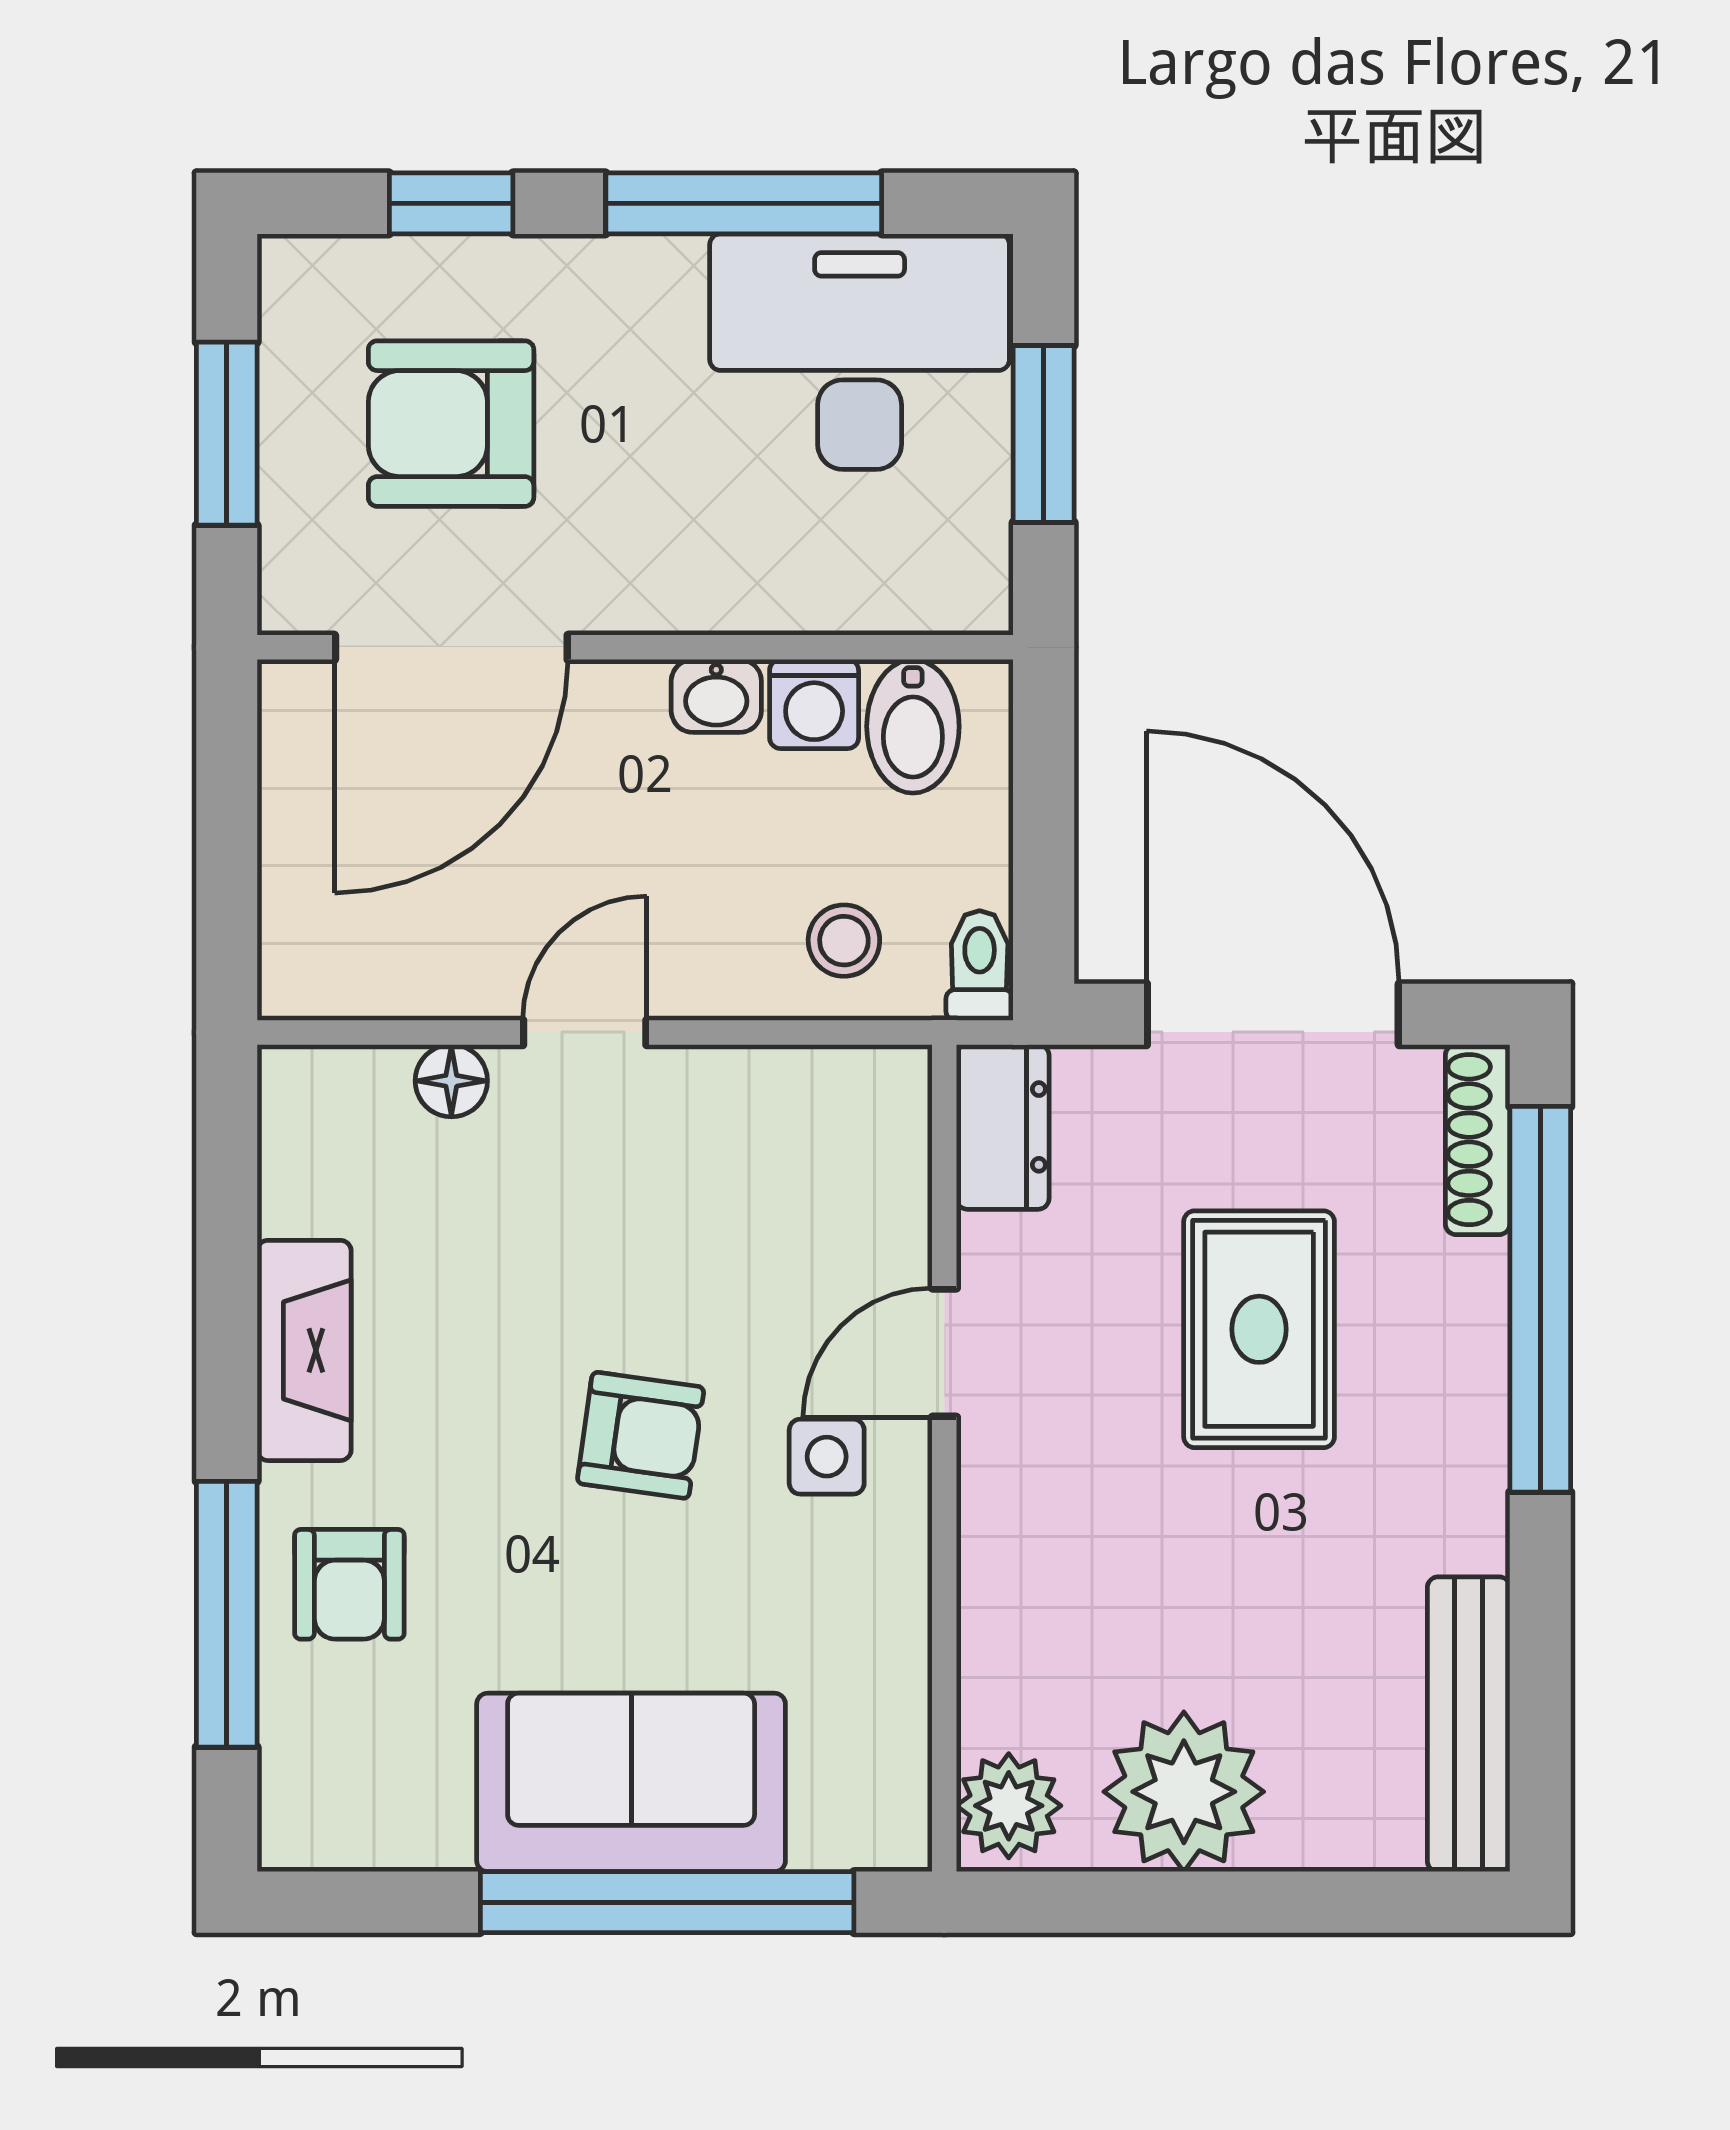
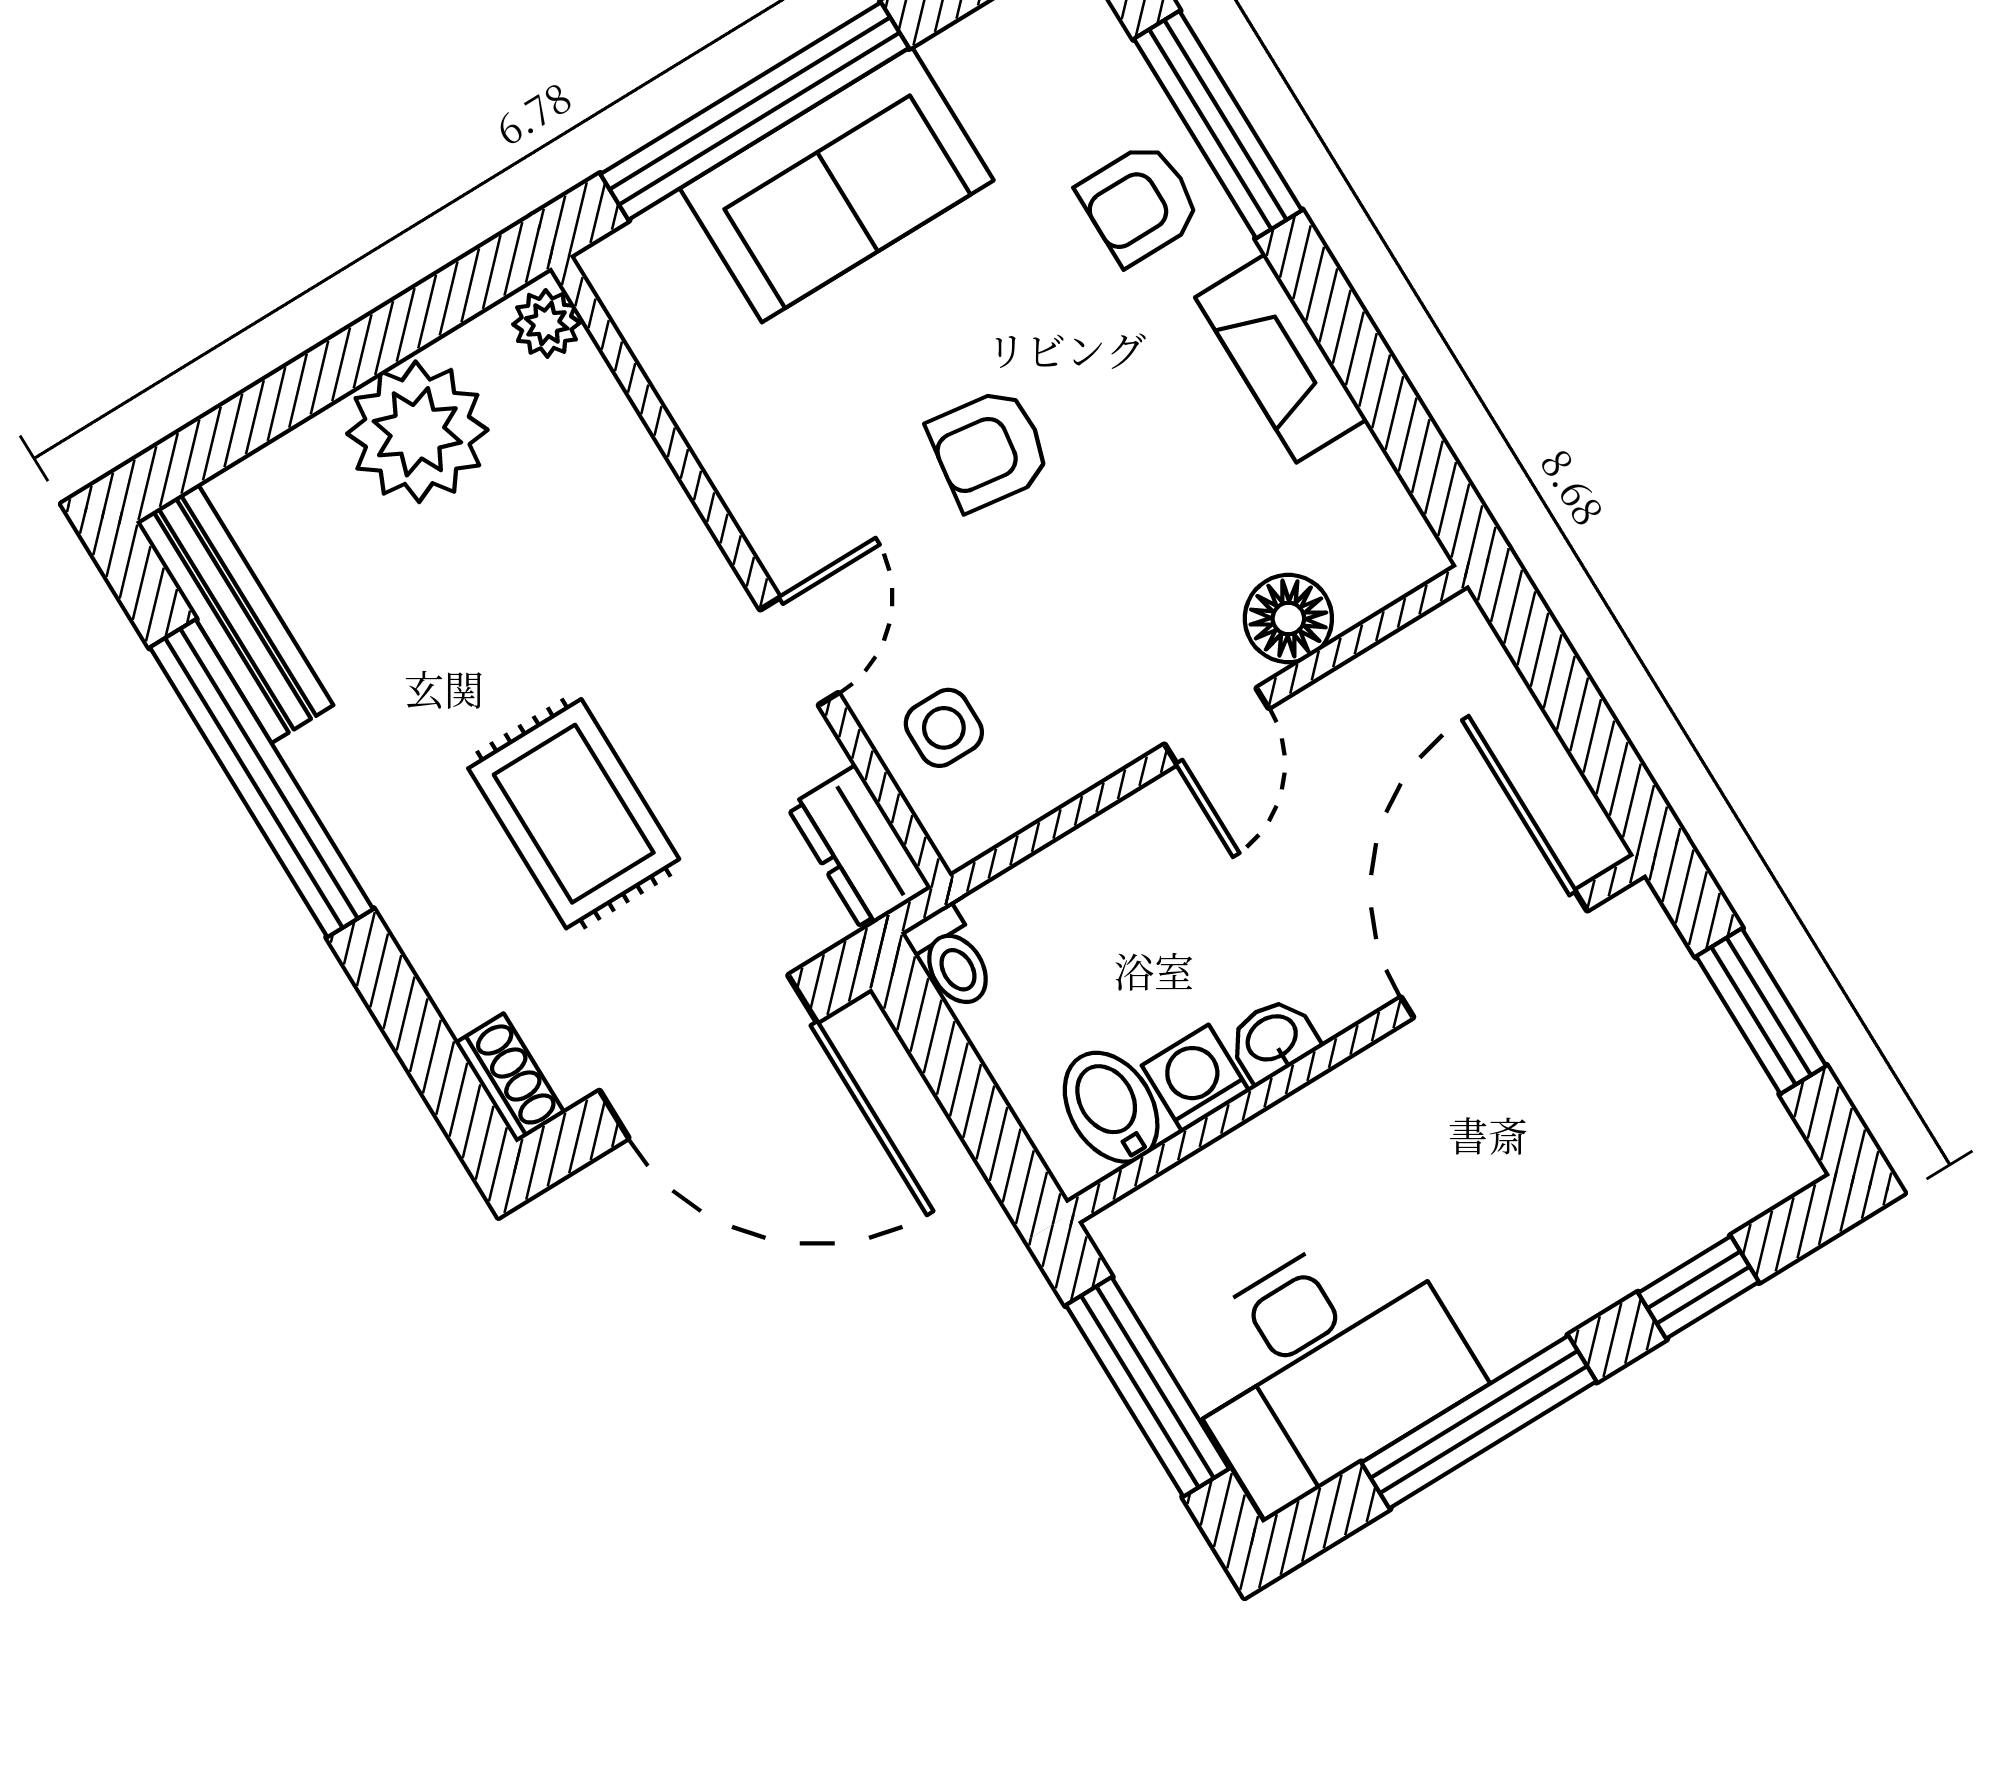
armchair: (451, 424) -> (1597, 1122), removed
window: (1044, 434) -> (1147, 1387), width x1.44
stool: (844, 941) -> (1064, 915), removed
floor lamp: (451, 1081) -> (1288, 618), width x1.37, depth x1.37
shoe rack: (1478, 1140) -> (510, 1078), width x0.70
window: (1540, 1299) -> (262, 778), moved
side table: (827, 1457) -> (944, 728), moved
armchair: (349, 1584) -> (1139, 204), turned -90
plant: (1009, 1806) -> (547, 323), width x0.73, depth x0.73

